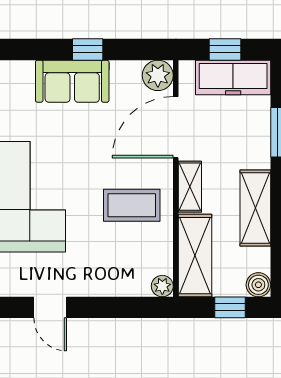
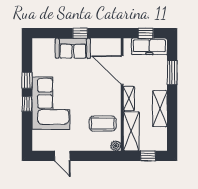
plant: (158, 75) -> (114, 45), removed
door: (176, 127) -> (122, 70), hinge flipped
coffee table: (132, 205) -> (103, 124), moved
boiler: (258, 285) -> (161, 145), removed

